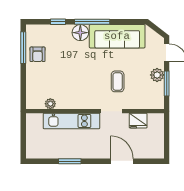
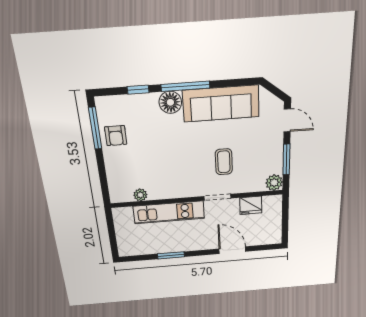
plant: (157, 75) -> (274, 183), moved

